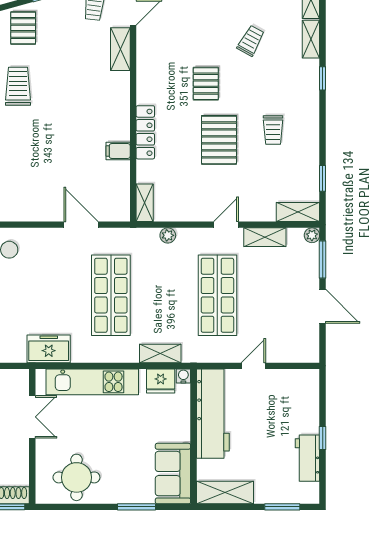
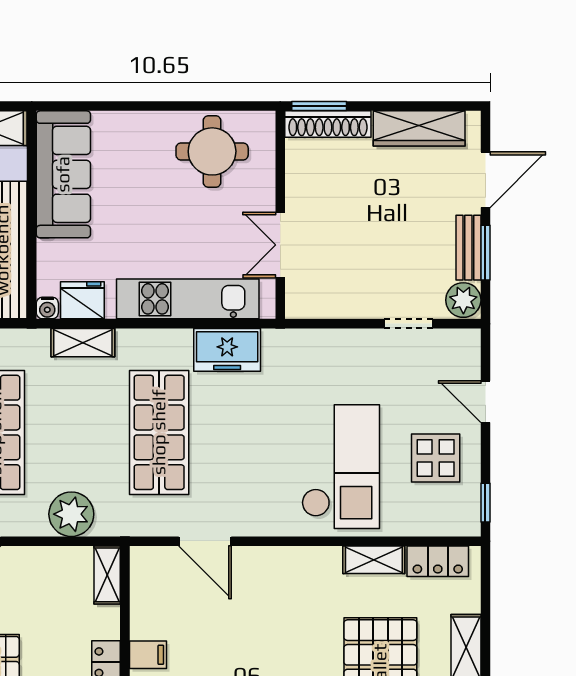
plant: (168, 235) -> (71, 514), width x1.87, depth x1.87
freezer: (49, 349) -> (227, 350), moved
sofa: (173, 474) -> (63, 174), width x1.36
window: (136, 507) -> (120, 106), removed

